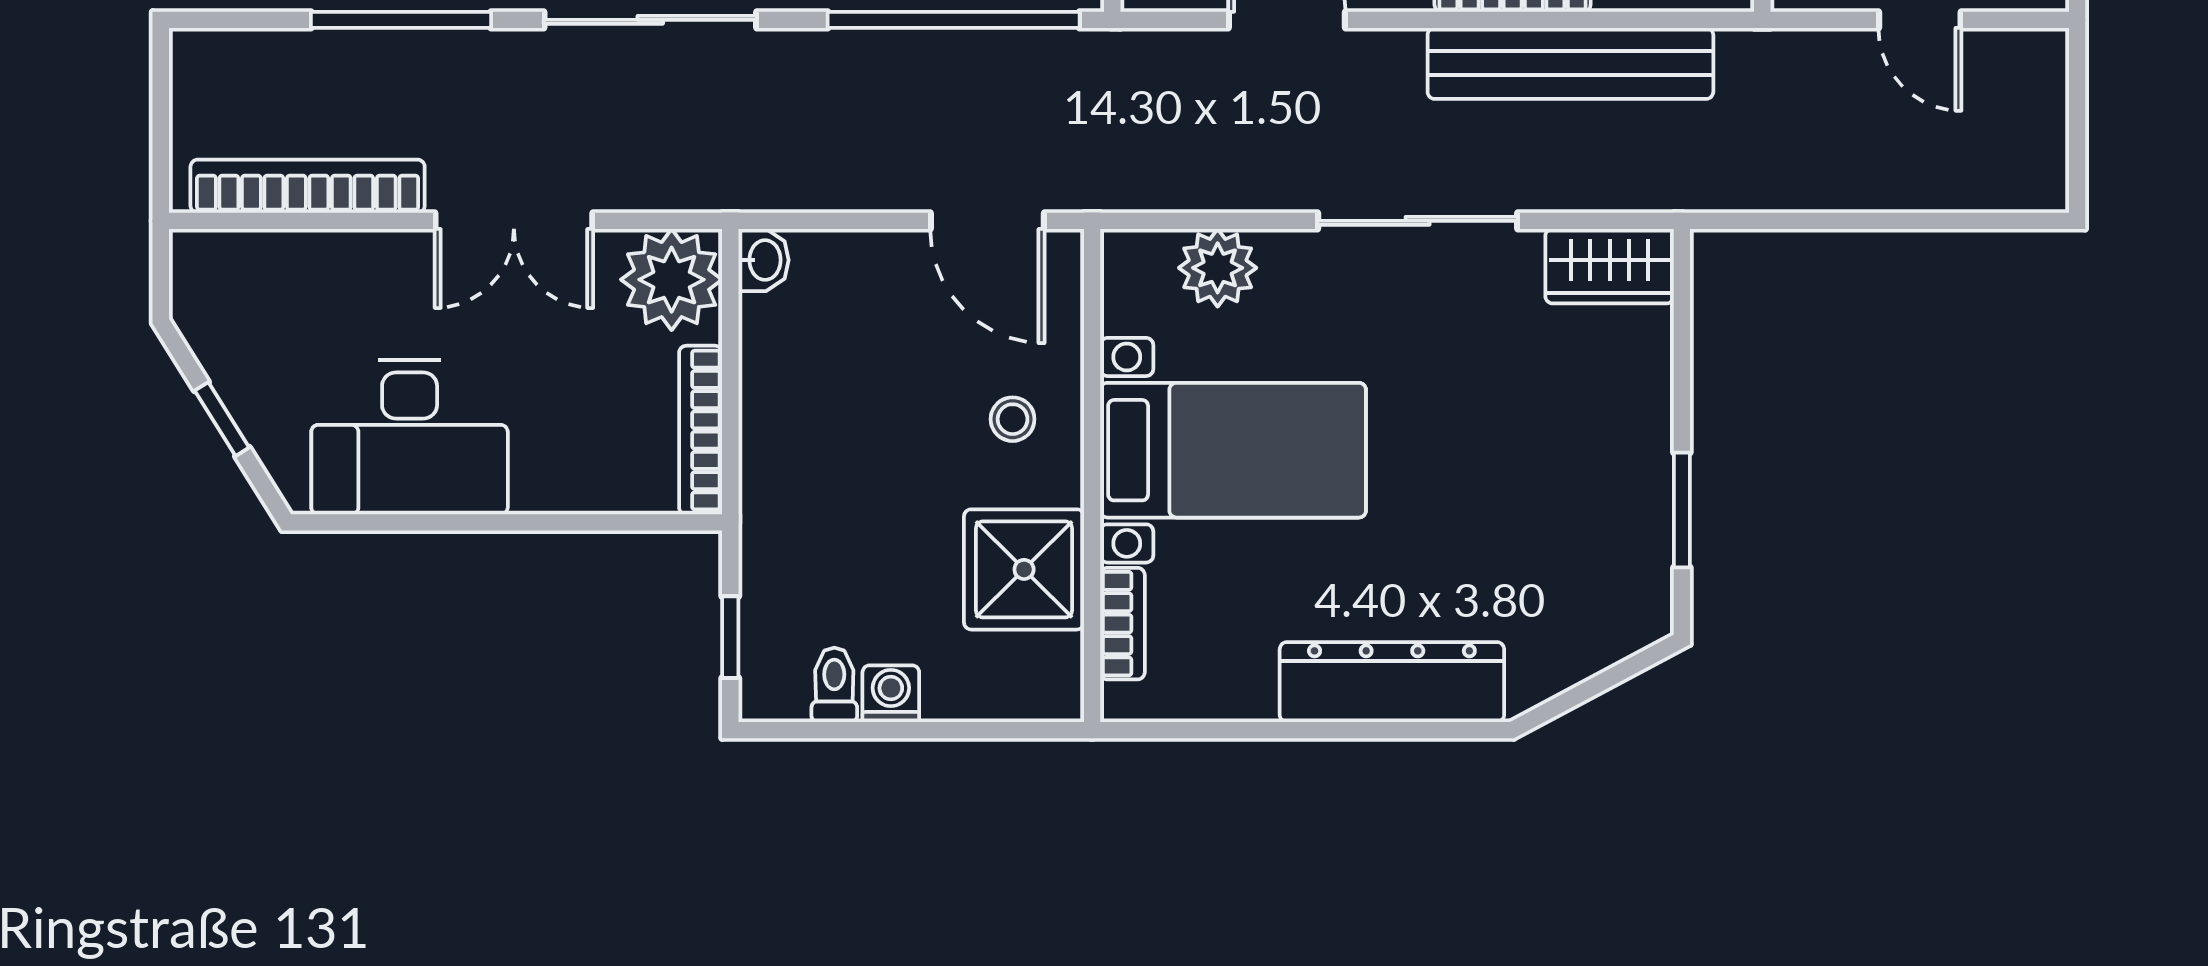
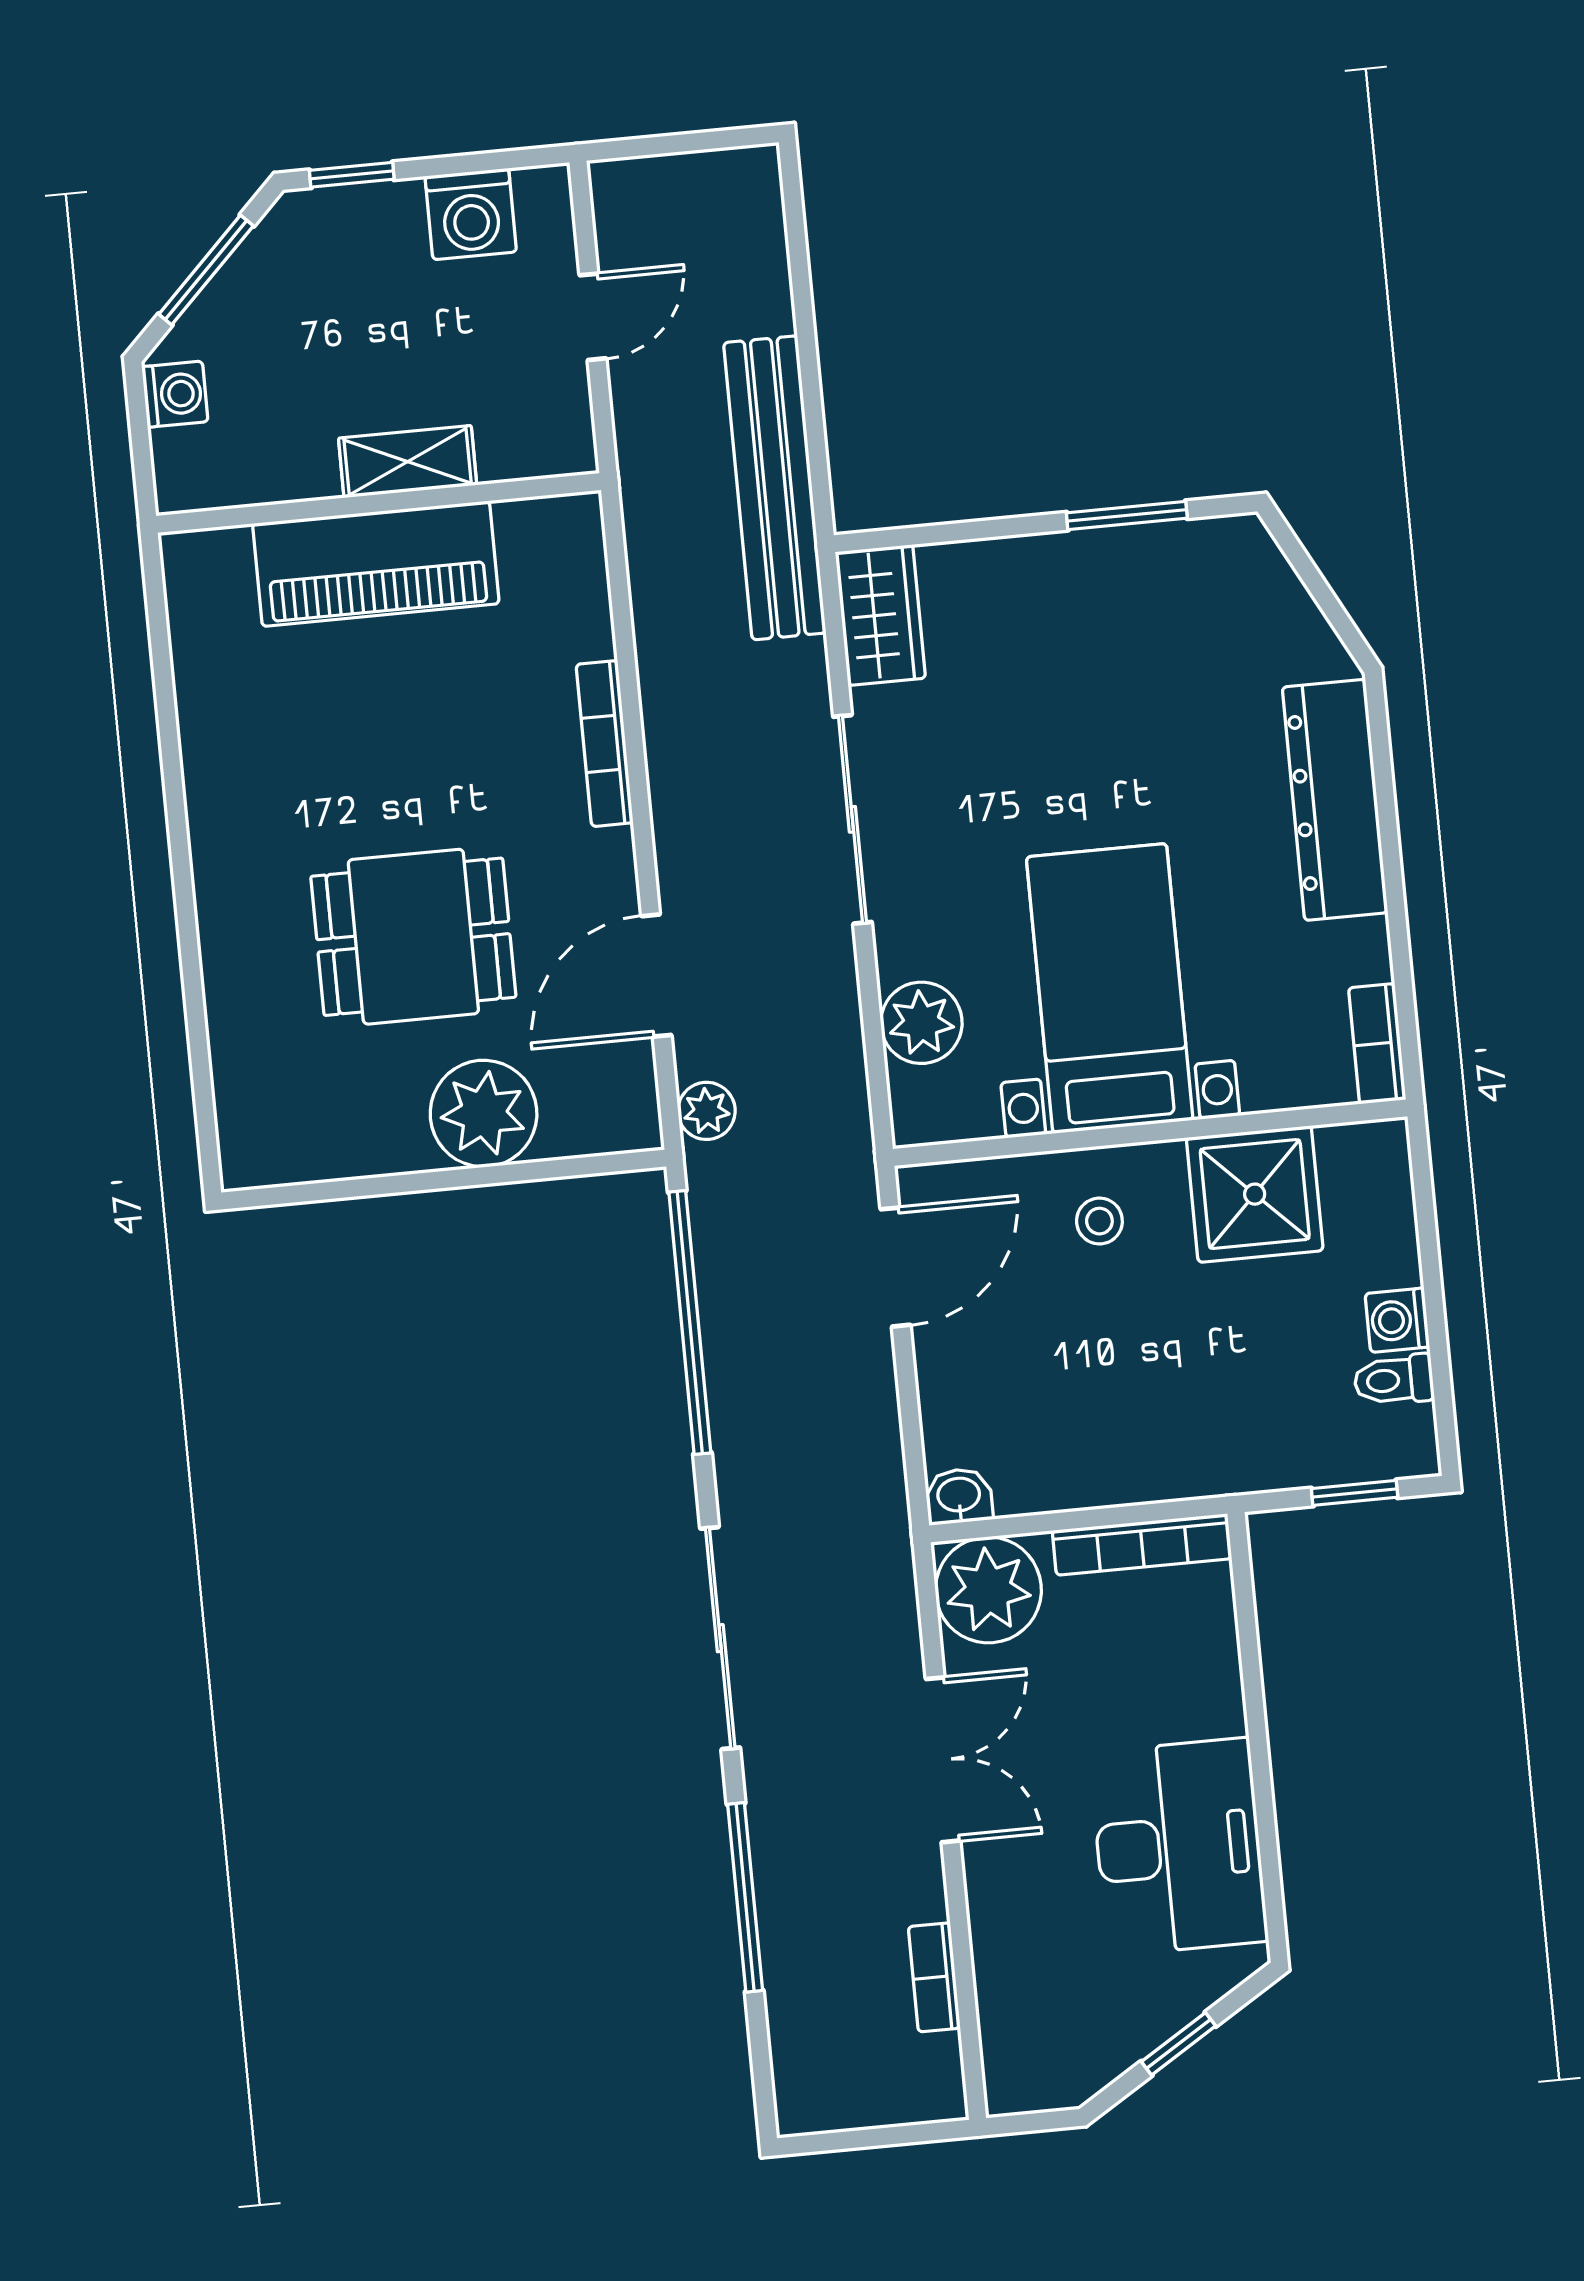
plant: (1153, 55) -> (707, 1111), added
bench: (1570, 63) -> (775, 488), moved
bookcase: (308, 186) -> (934, 1977), width x0.43, depth x0.76
bookcase: (1122, 624) -> (1377, 1044), moved, turned -90

